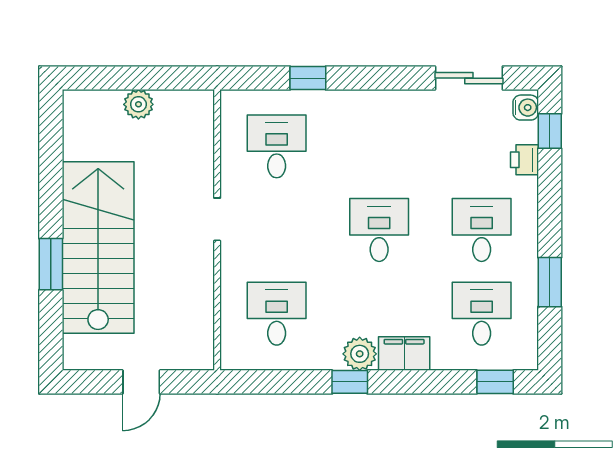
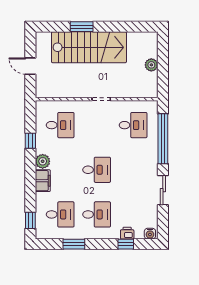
window: (308, 78) -> (163, 139), width x3.17
sliding door: (469, 78) -> (163, 190), moved
window: (550, 131) -> (126, 244), moved
window: (350, 382) -> (30, 141), moved

